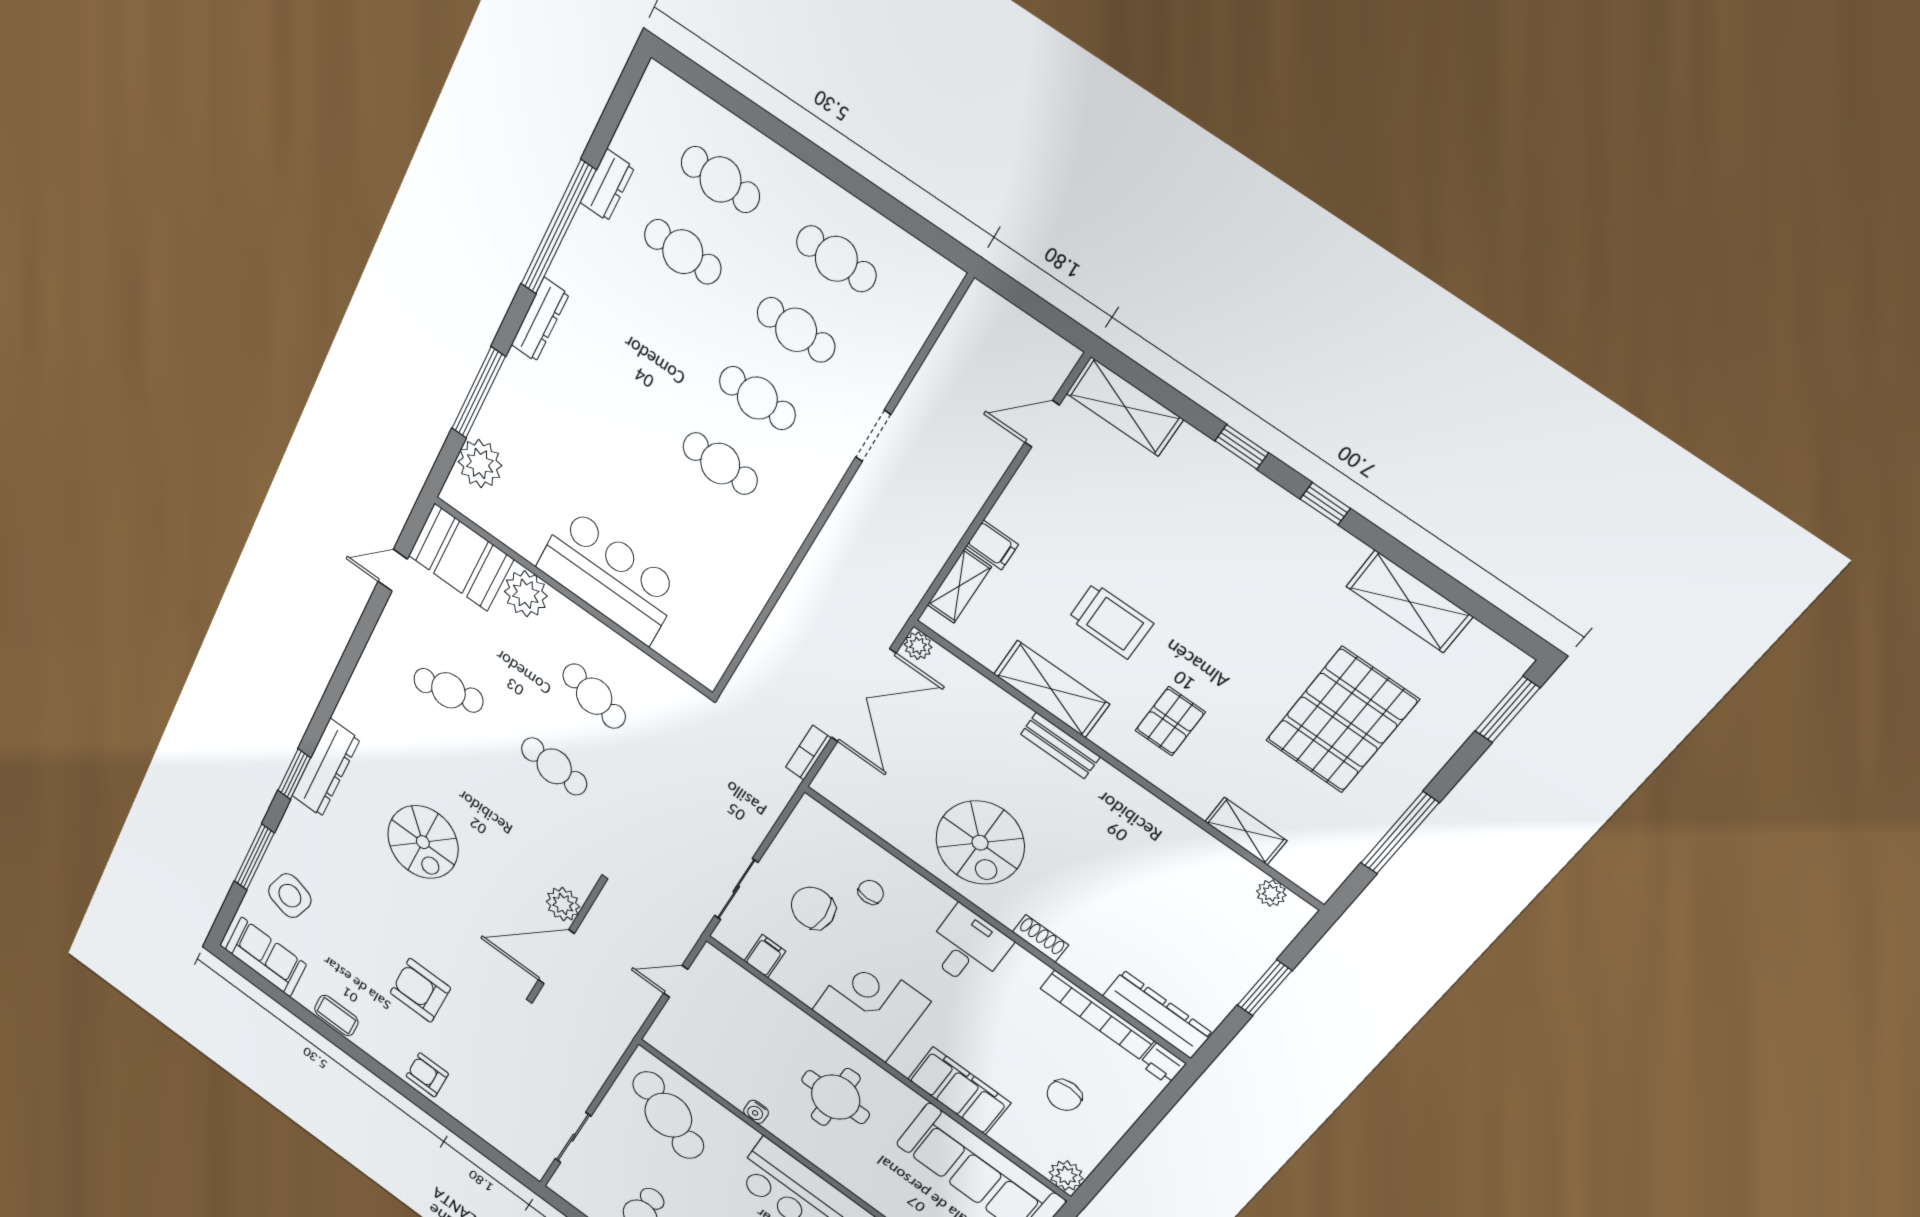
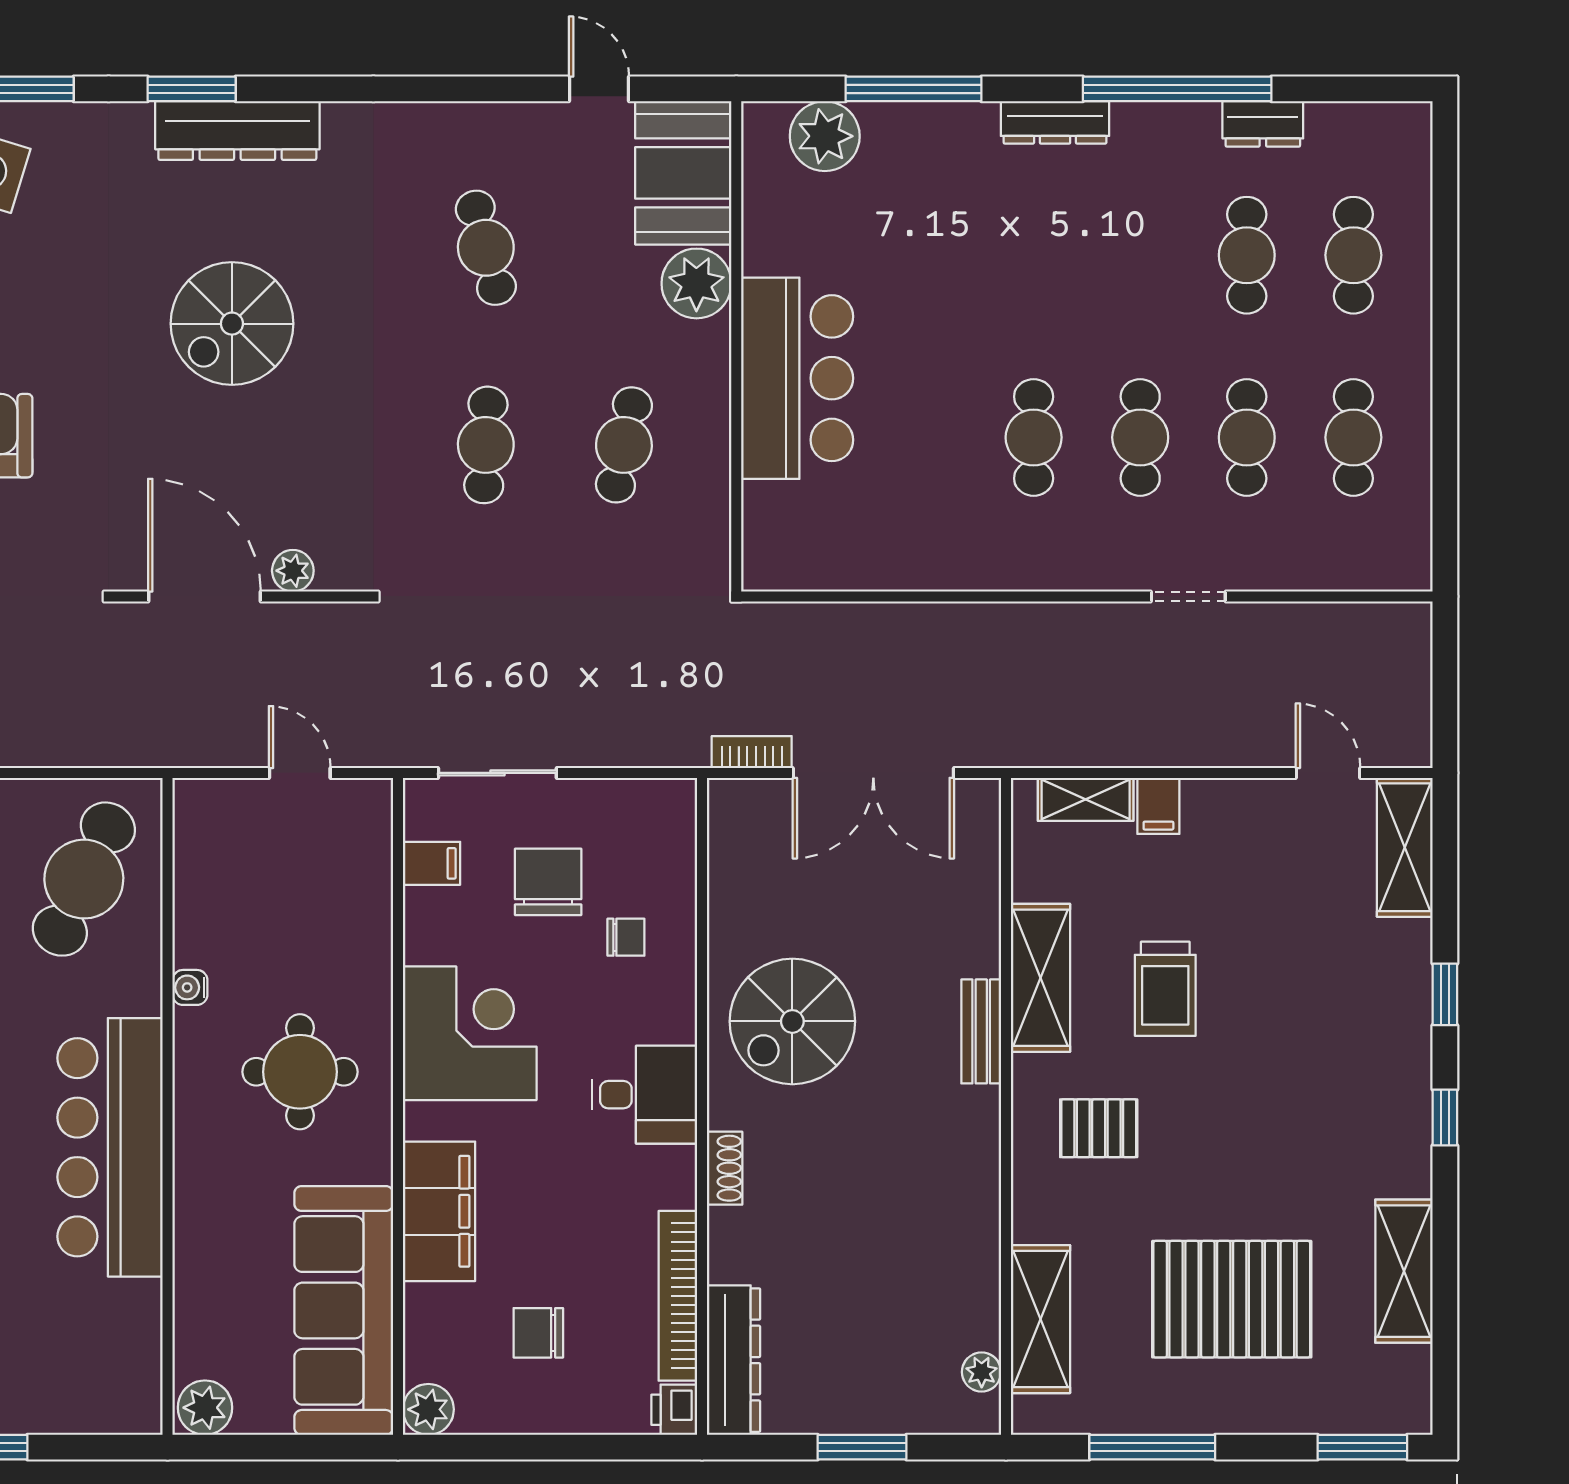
plant: (918, 646) -> (981, 798), removed
shelving: (1246, 831) -> (1040, 1319), width x1.50, depth x1.33
plant: (563, 904) -> (293, 571), width x0.73, depth x0.73

